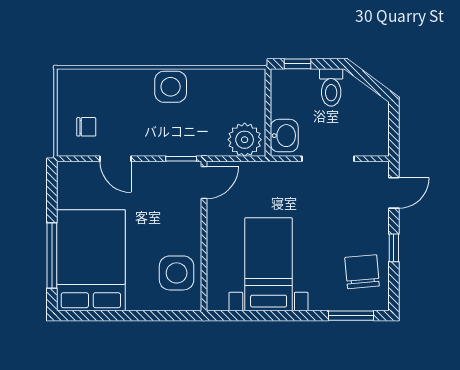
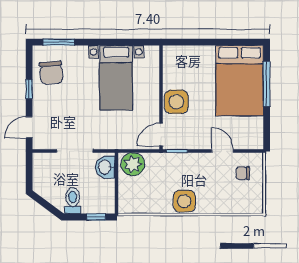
side table: (177, 273) -> (176, 102), moved

